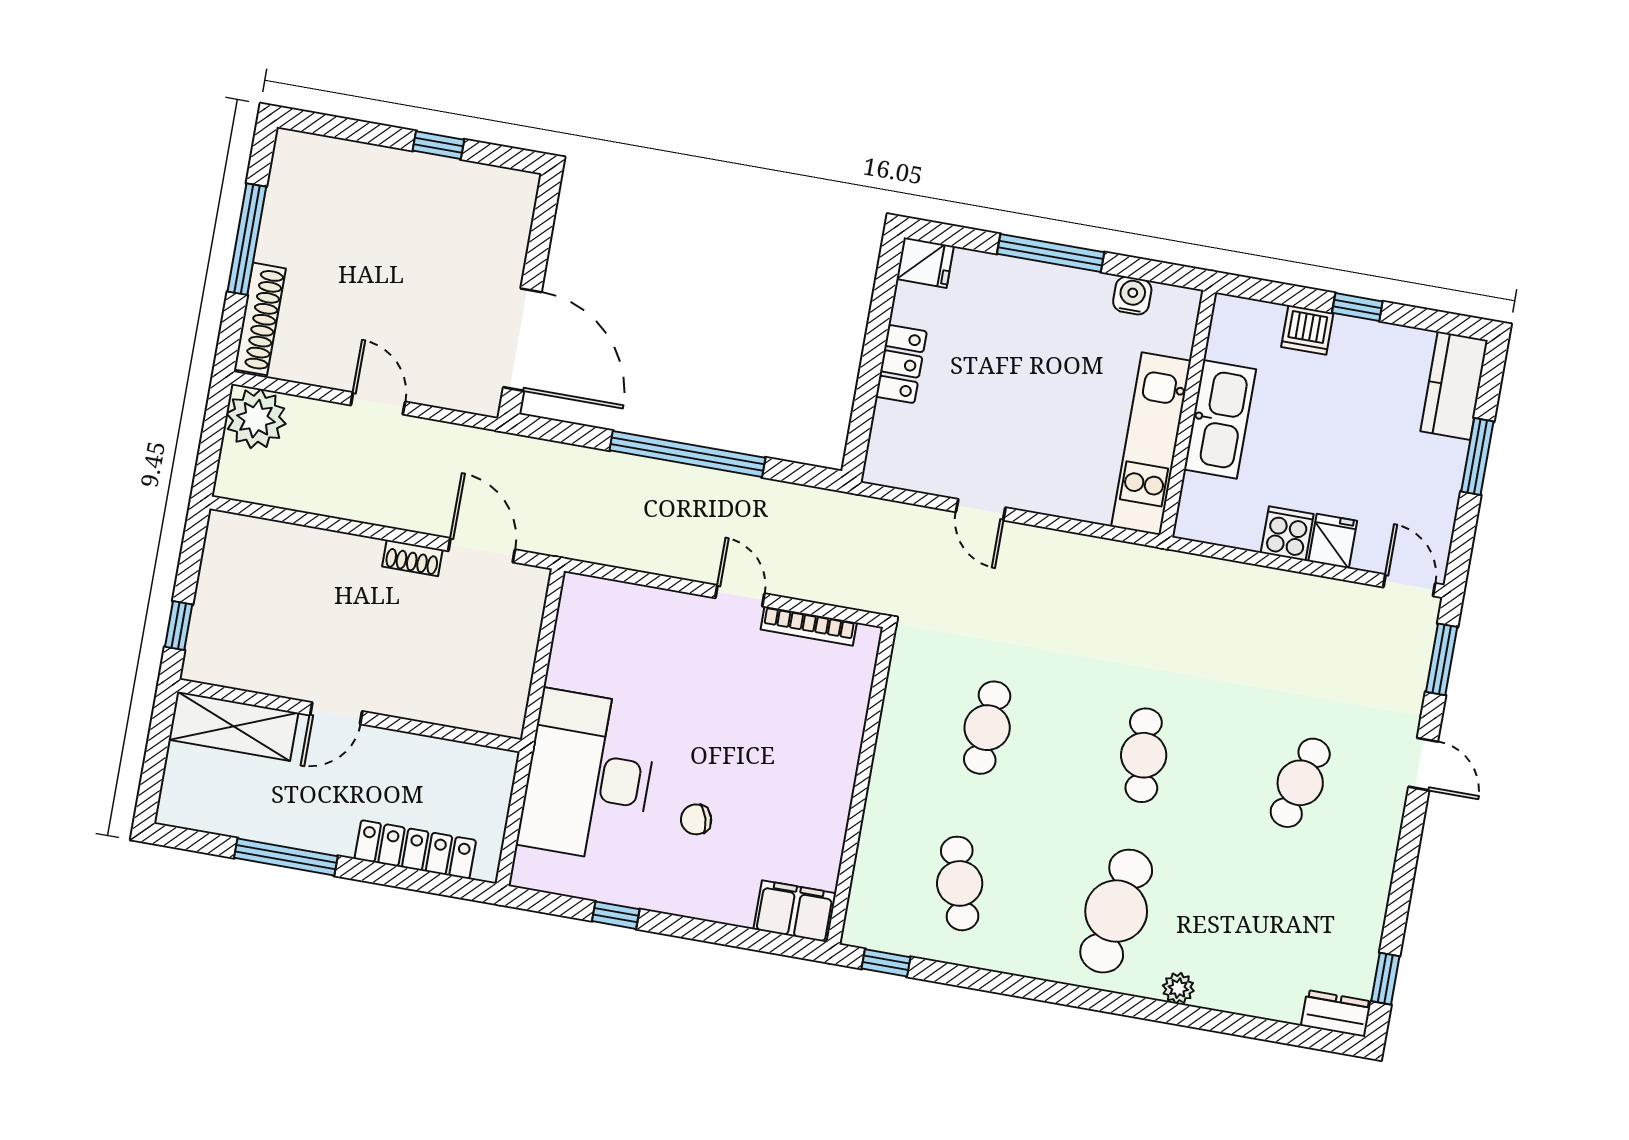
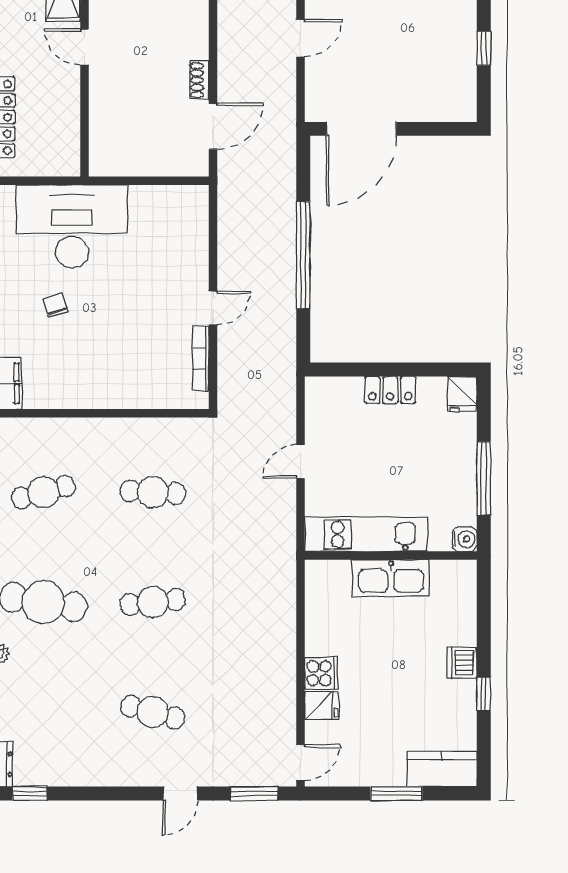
wall: (1188, 414) -> (391, 556), moved
kitchen sink: (1220, 419) -> (391, 578), moved
kitchen unit: (1151, 444) -> (366, 534), moved

